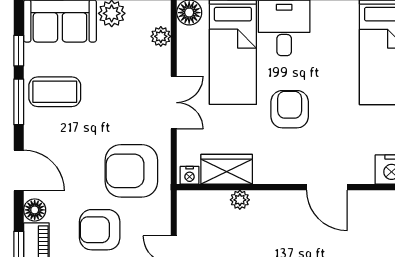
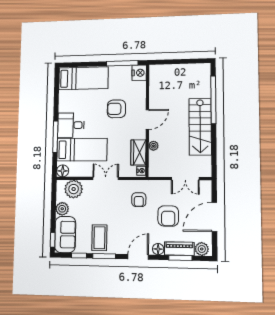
plant: (161, 36) -> (74, 189), width x1.87, depth x1.87
armchair: (290, 109) -> (116, 109), moved
armchair: (131, 171) -> (139, 200), width x0.53, depth x0.53
door: (327, 187) -> (147, 119), moved

